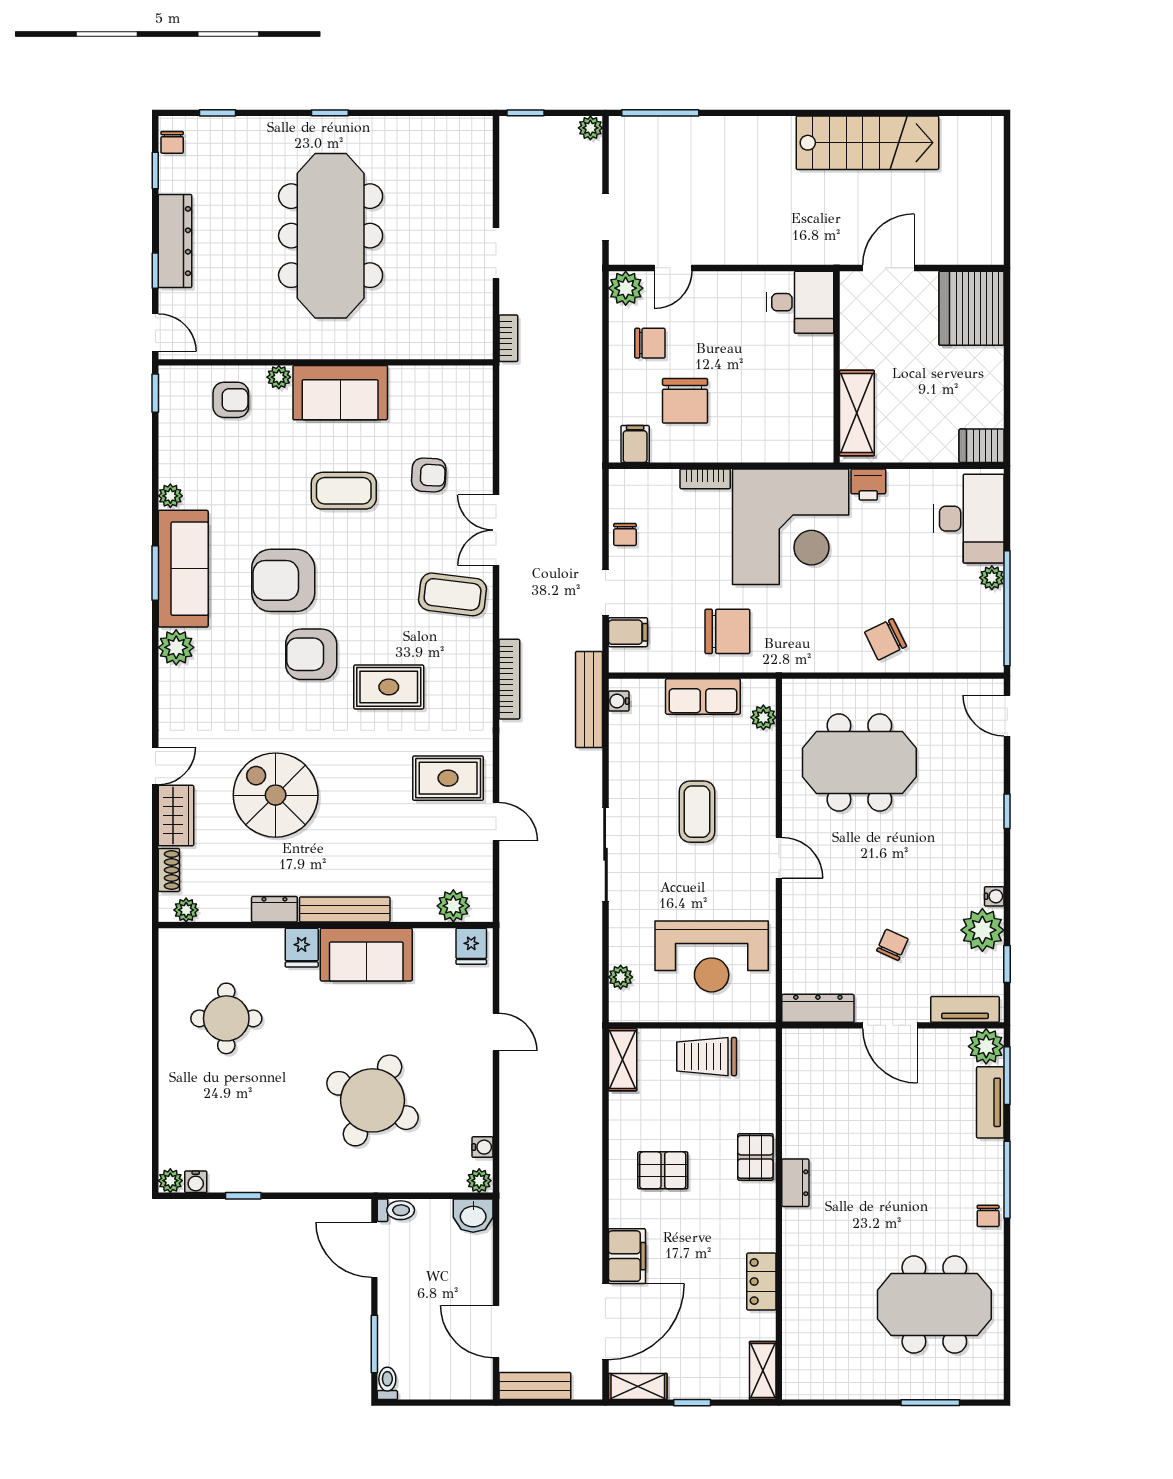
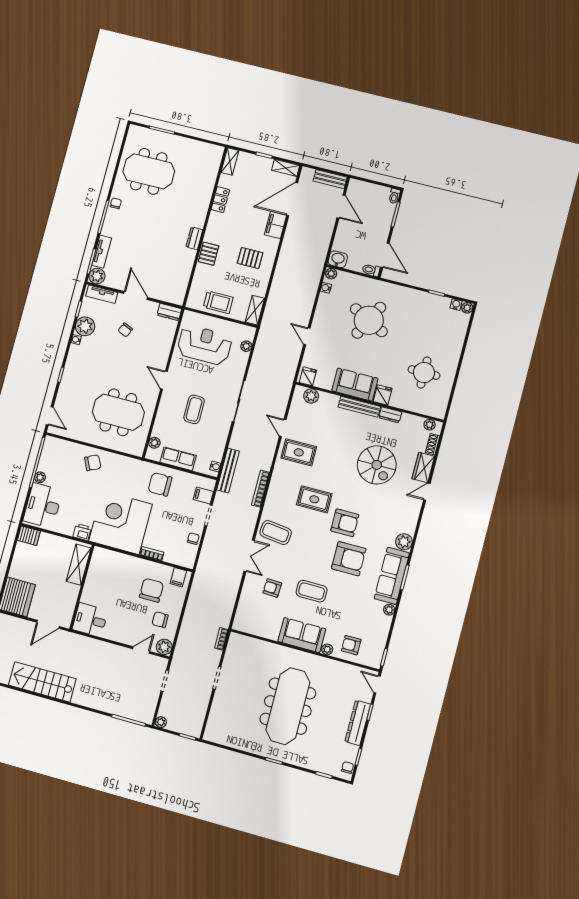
dresser: (818, 1008) -> (169, 312), width x0.70

